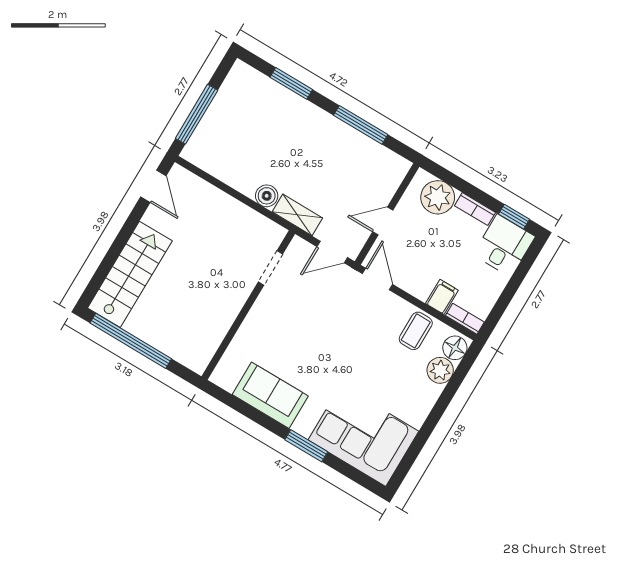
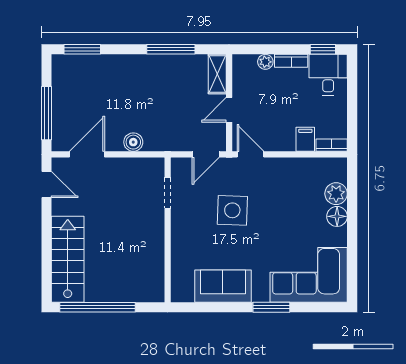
window: (291, 83) -> (82, 49), moved
door: (213, 180) -> (87, 154), added
plant: (438, 197) -> (265, 62), width x0.53, depth x0.53
shelving: (297, 215) -> (217, 74), moved, turned 90
side table: (325, 324) -> (232, 210), added
coffee table: (416, 331) -> (301, 176), removed
floor lamp: (455, 348) -> (337, 216), moved

